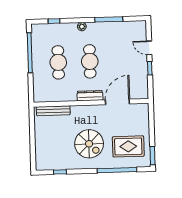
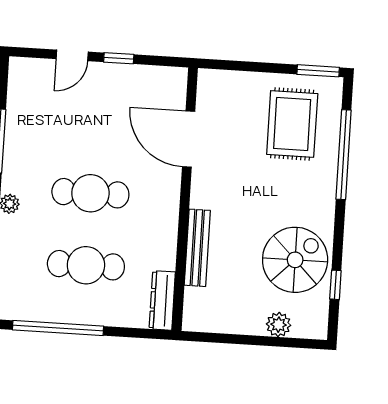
dresser: (90, 96) -> (162, 300), moved
bench: (53, 111) -> (197, 248), moved
spiral stairs: (89, 144) -> (295, 260), moved
plant: (40, 149) -> (279, 325), added

